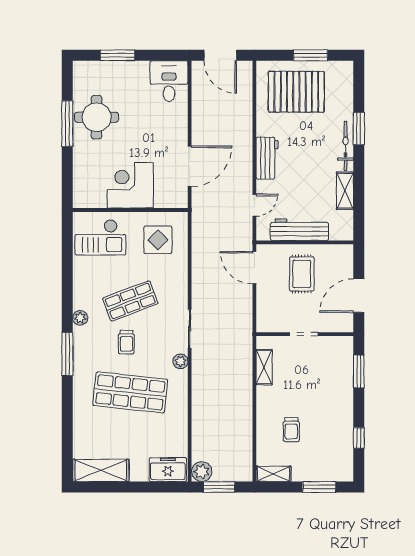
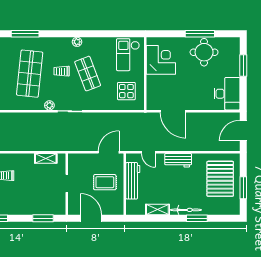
desk: (169, 81) -> (227, 94), width x1.37
corner desk: (130, 185) -> (161, 60), moved
window: (67, 354) -> (25, 34), moved

